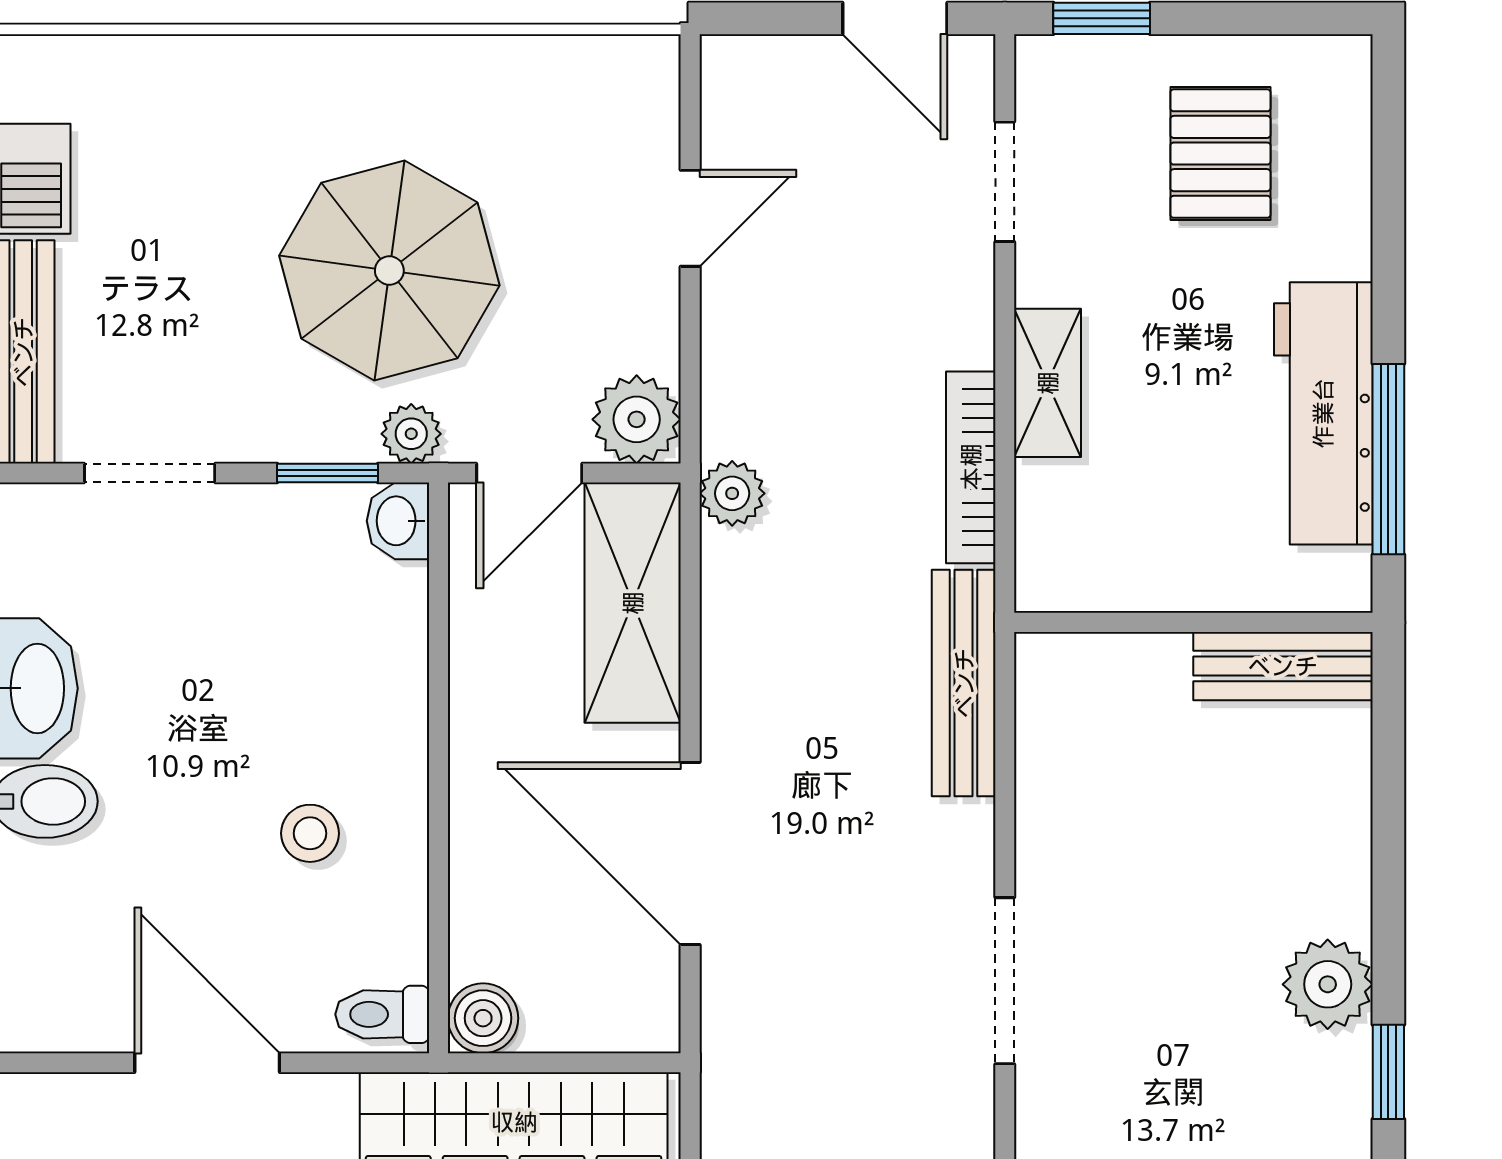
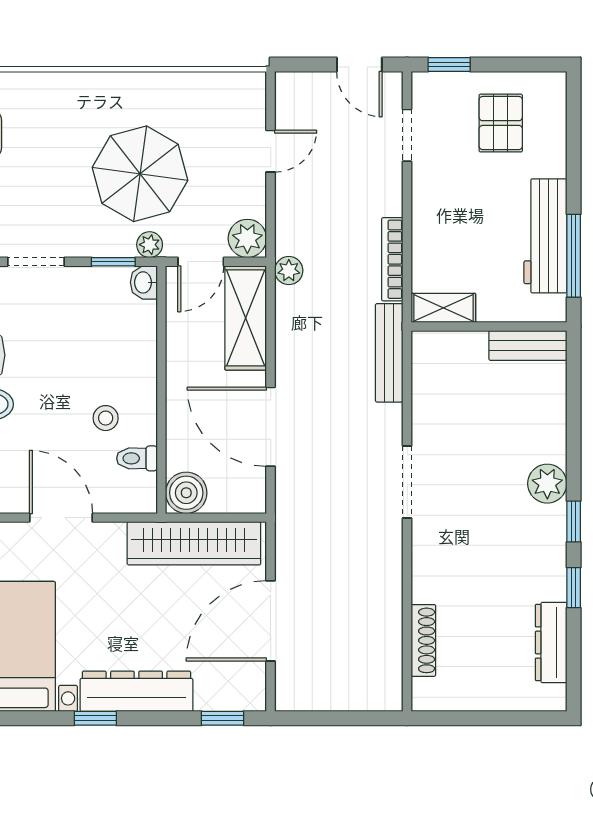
shelving: (1048, 383) -> (443, 308), moved, turned 90
toilet: (382, 1014) -> (137, 458), moved
boiler: (483, 1018) -> (186, 493), width x1.36, depth x1.36

